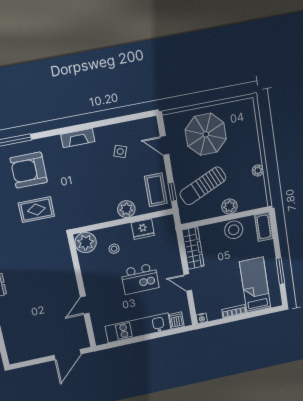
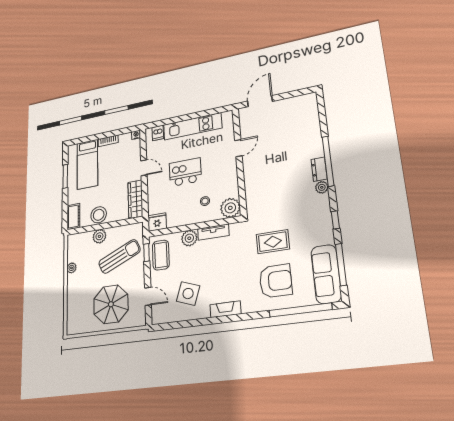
side table: (120, 151) -> (188, 294), width x1.87, depth x1.87
tv unit: (101, 217) -> (213, 232), added
fridge: (143, 229) -> (157, 222), moved

